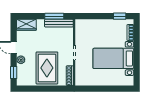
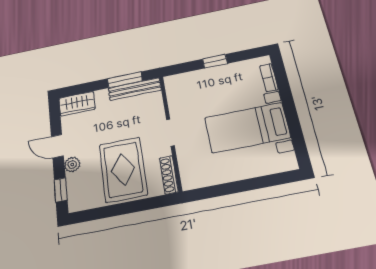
window: (120, 16) -> (215, 61), moved

